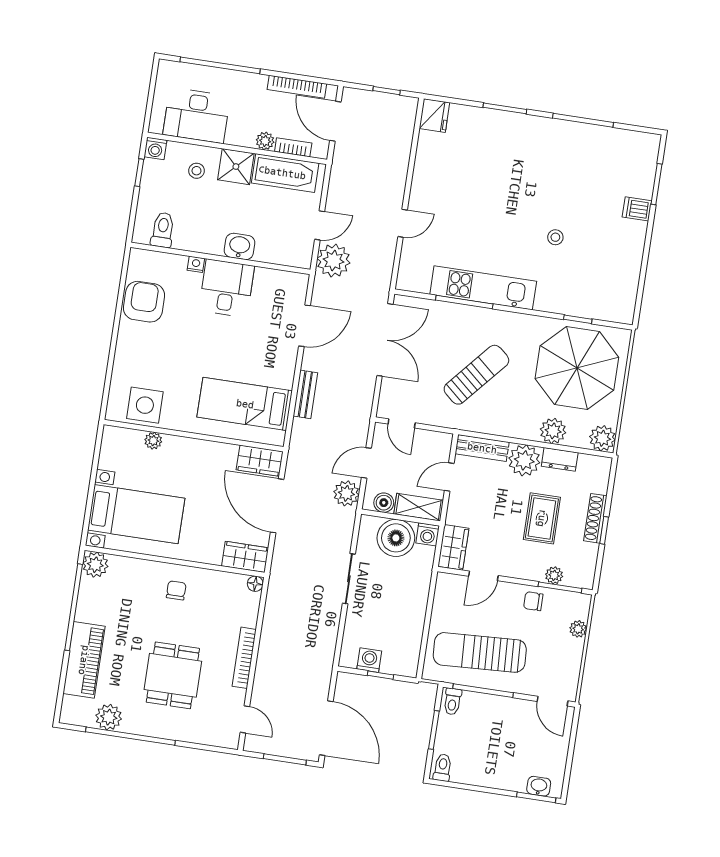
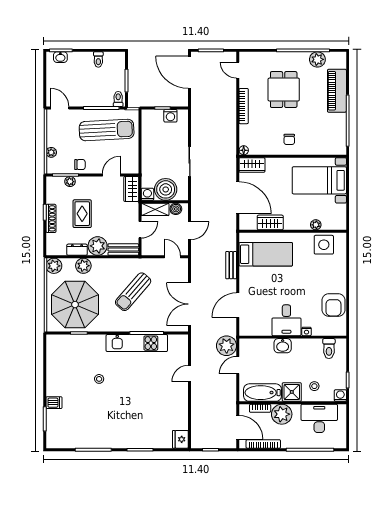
plant: (265, 141) -> (282, 414), width x1.87, depth x1.87
wardrobe: (260, 461) -> (270, 222), moved
plant: (346, 493) -> (198, 211), removed
plant: (95, 565) -> (339, 147), removed
toilet: (443, 768) -> (98, 60), moved

